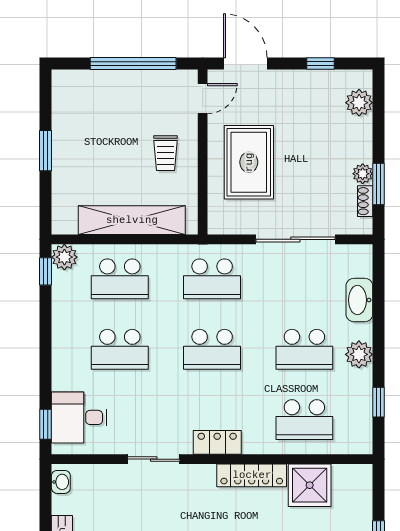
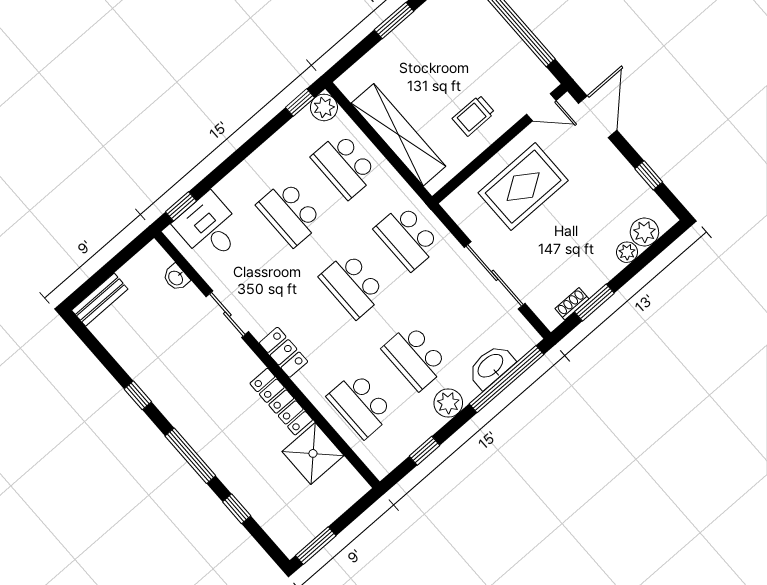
plant: (363, 174) -> (627, 252), moved
window: (379, 297) -> (507, 379), added
washbasin: (61, 482) -> (176, 278), moved, turned 90

